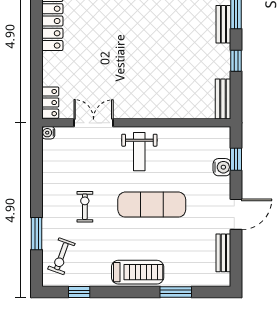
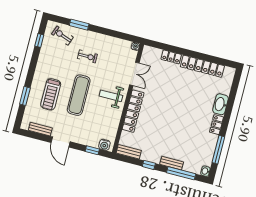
locker: (50, 103) -> (171, 57), moved
locker: (155, 109) -> (133, 111), added
water cooler: (222, 167) -> (104, 145), moved
treadmill: (138, 272) -> (51, 94), moved

